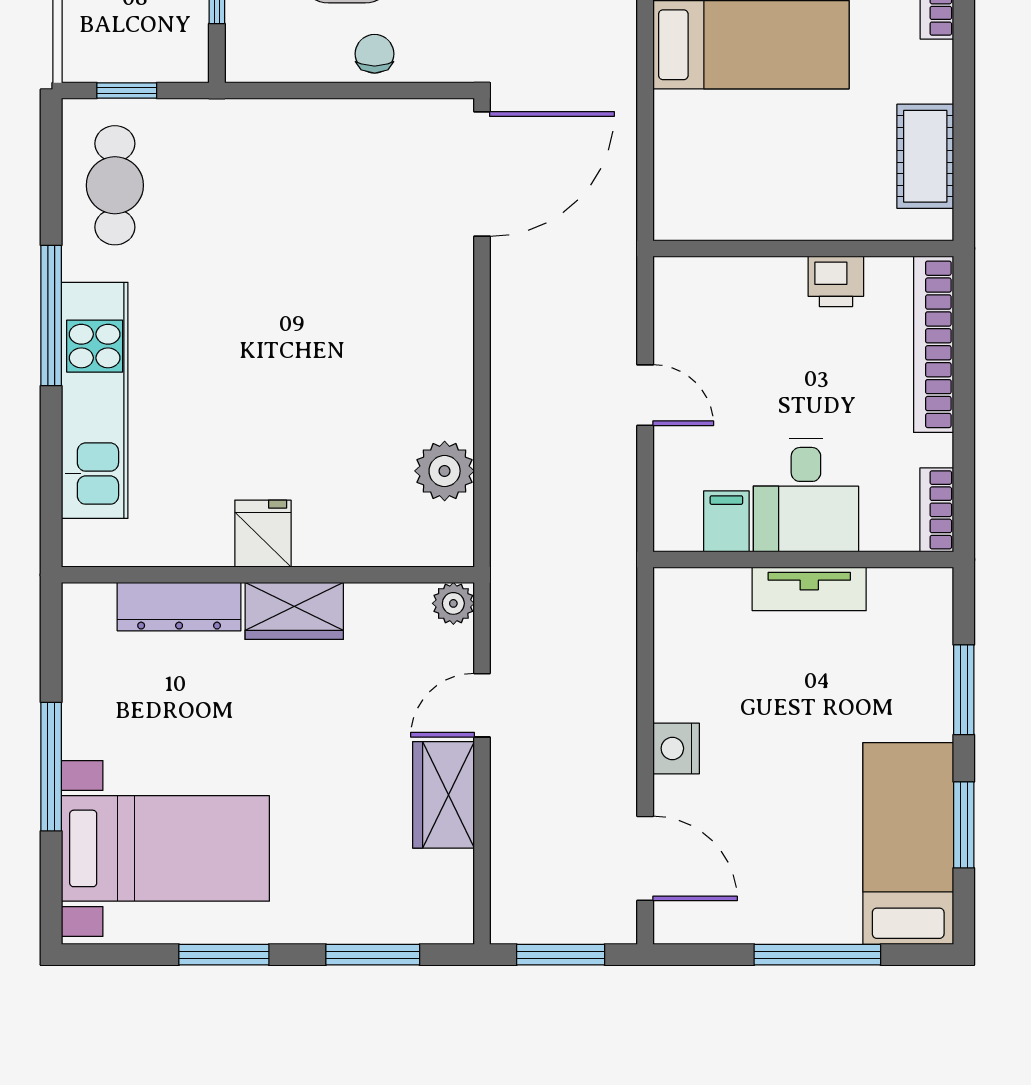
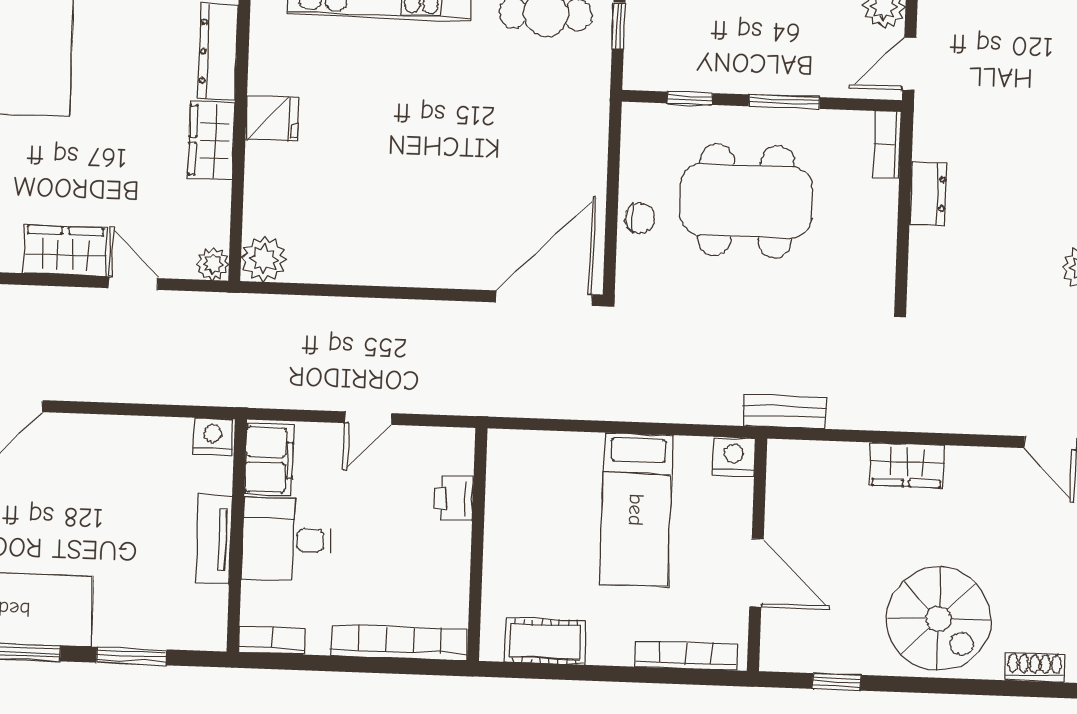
door: (482, 174) -> (544, 298), swing flipped
printer: (836, 281) -> (453, 498), moved
plant: (445, 471) -> (264, 259), moved
filing cabinet: (726, 521) -> (269, 460), width x2.00
nightstand: (676, 748) -> (213, 436), moved

